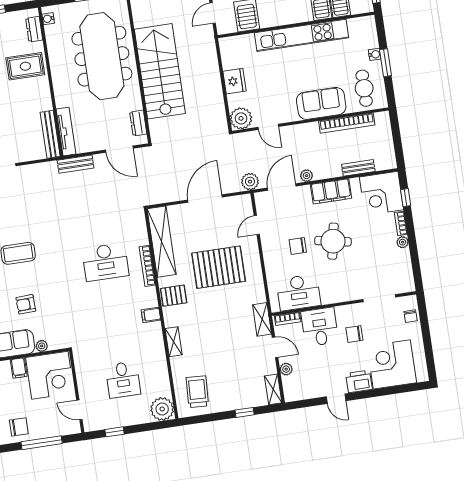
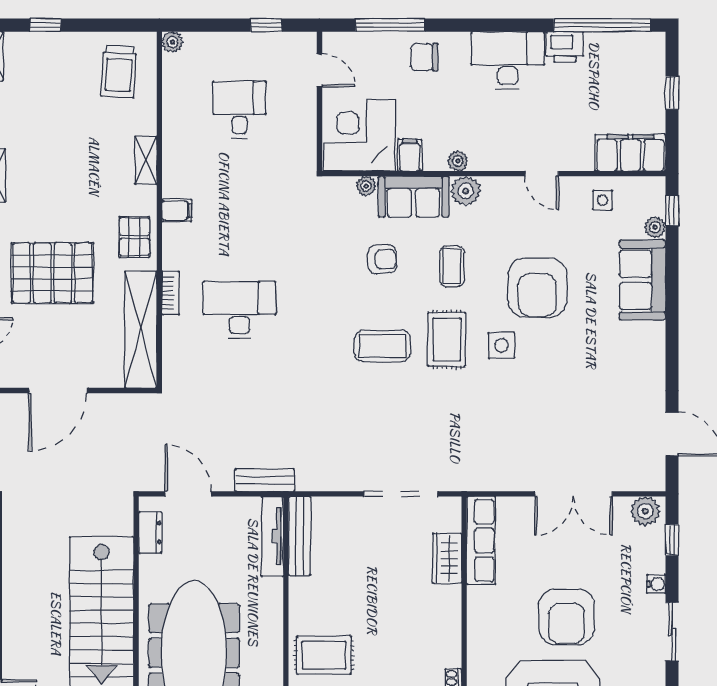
bookcase: (147, 266) -> (171, 293), width x0.64
pallet: (174, 296) -> (134, 237), turned 90
plant: (162, 409) -> (172, 42), width x0.53, depth x0.53

